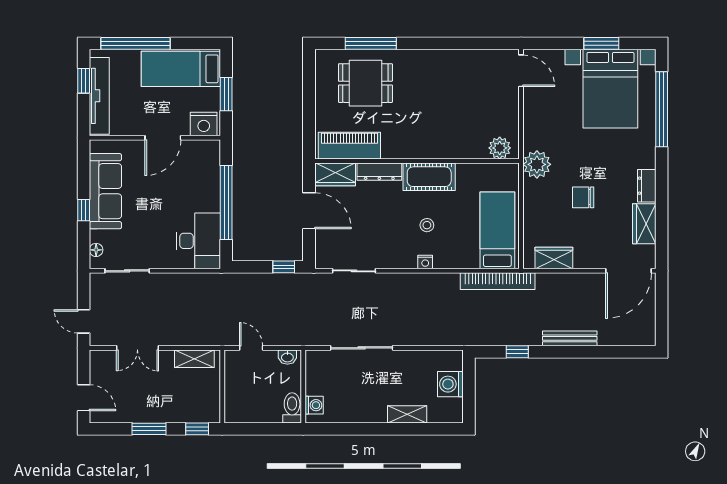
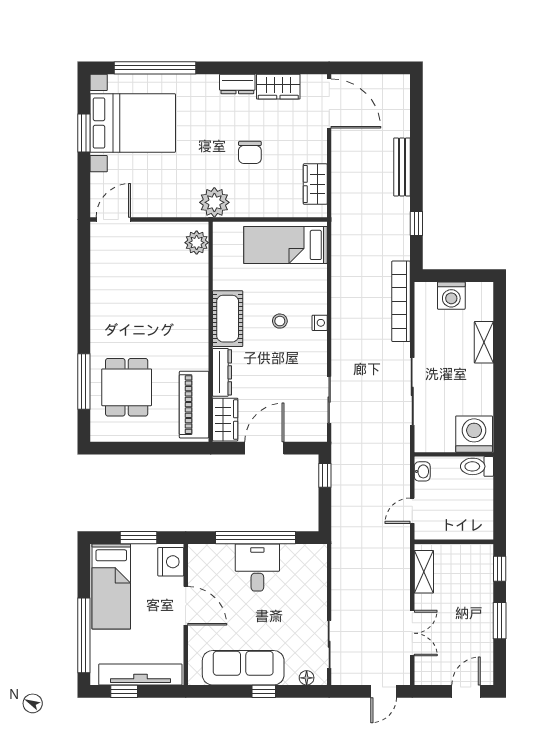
desk: (198, 241) -> (257, 568), moved, width x0.73
bookcase: (498, 281) -> (401, 301), moved, turned 180
washing machine: (314, 405) -> (474, 434), width x1.89, depth x1.89

